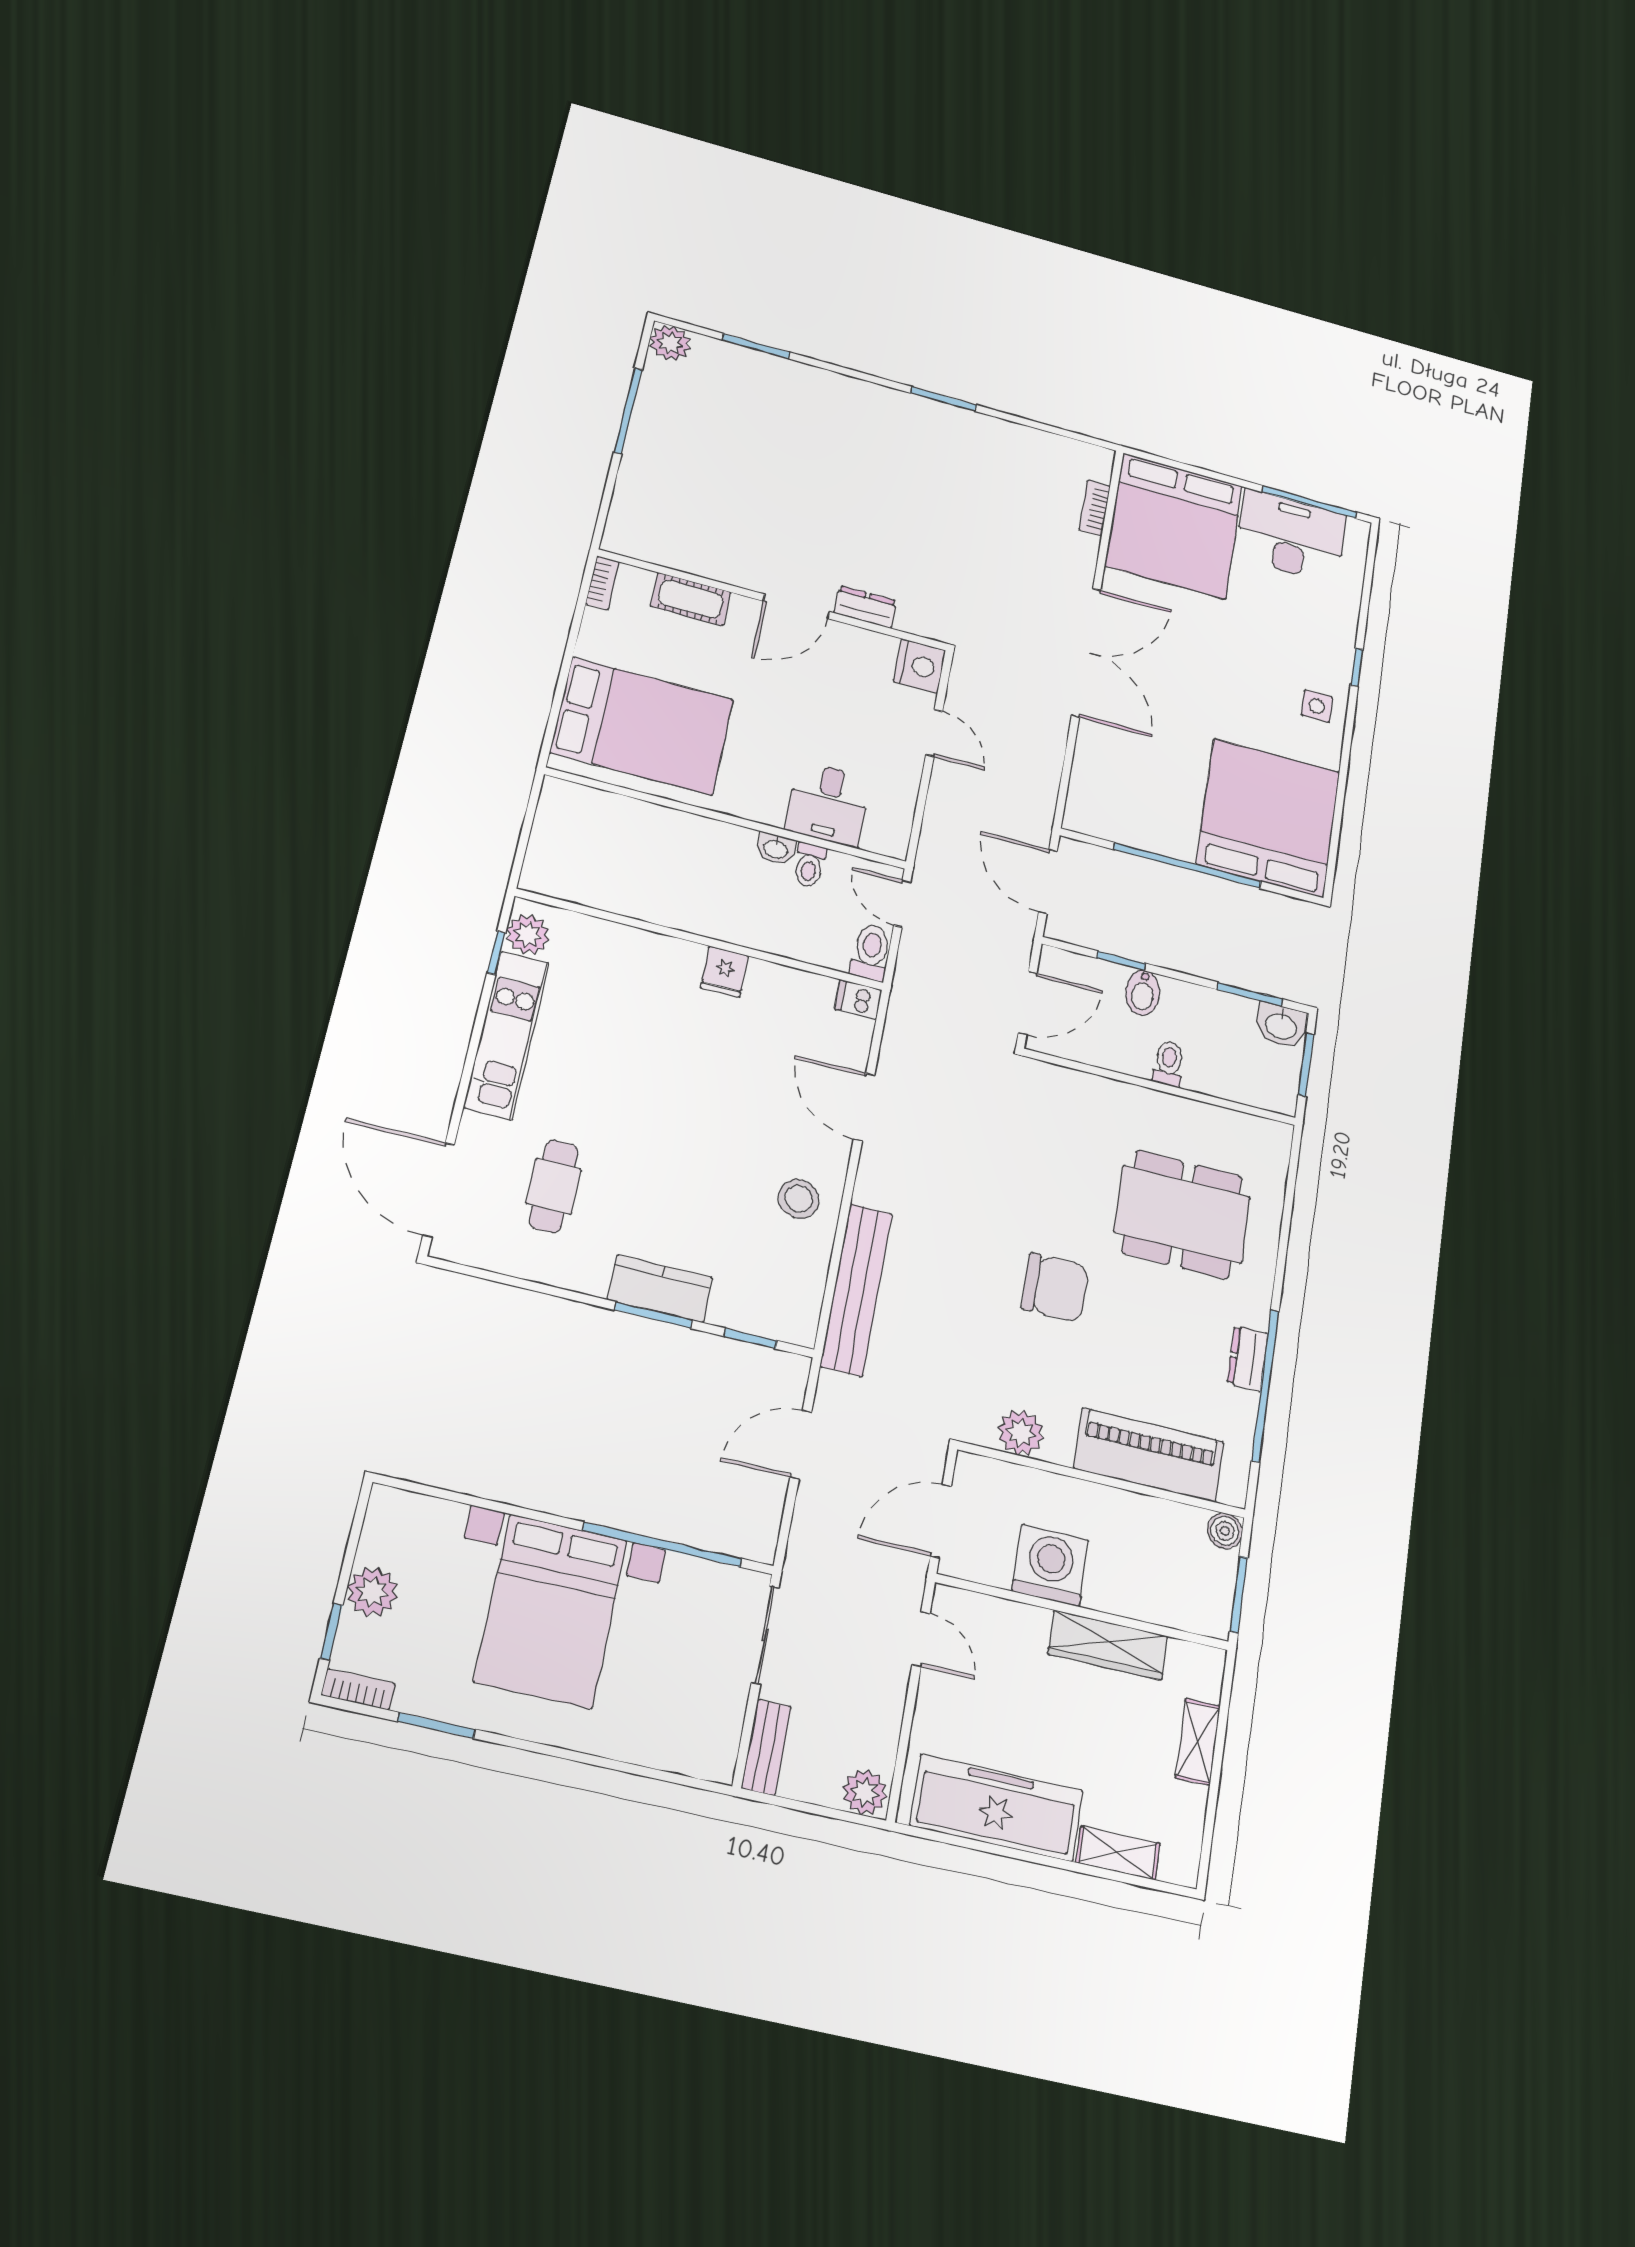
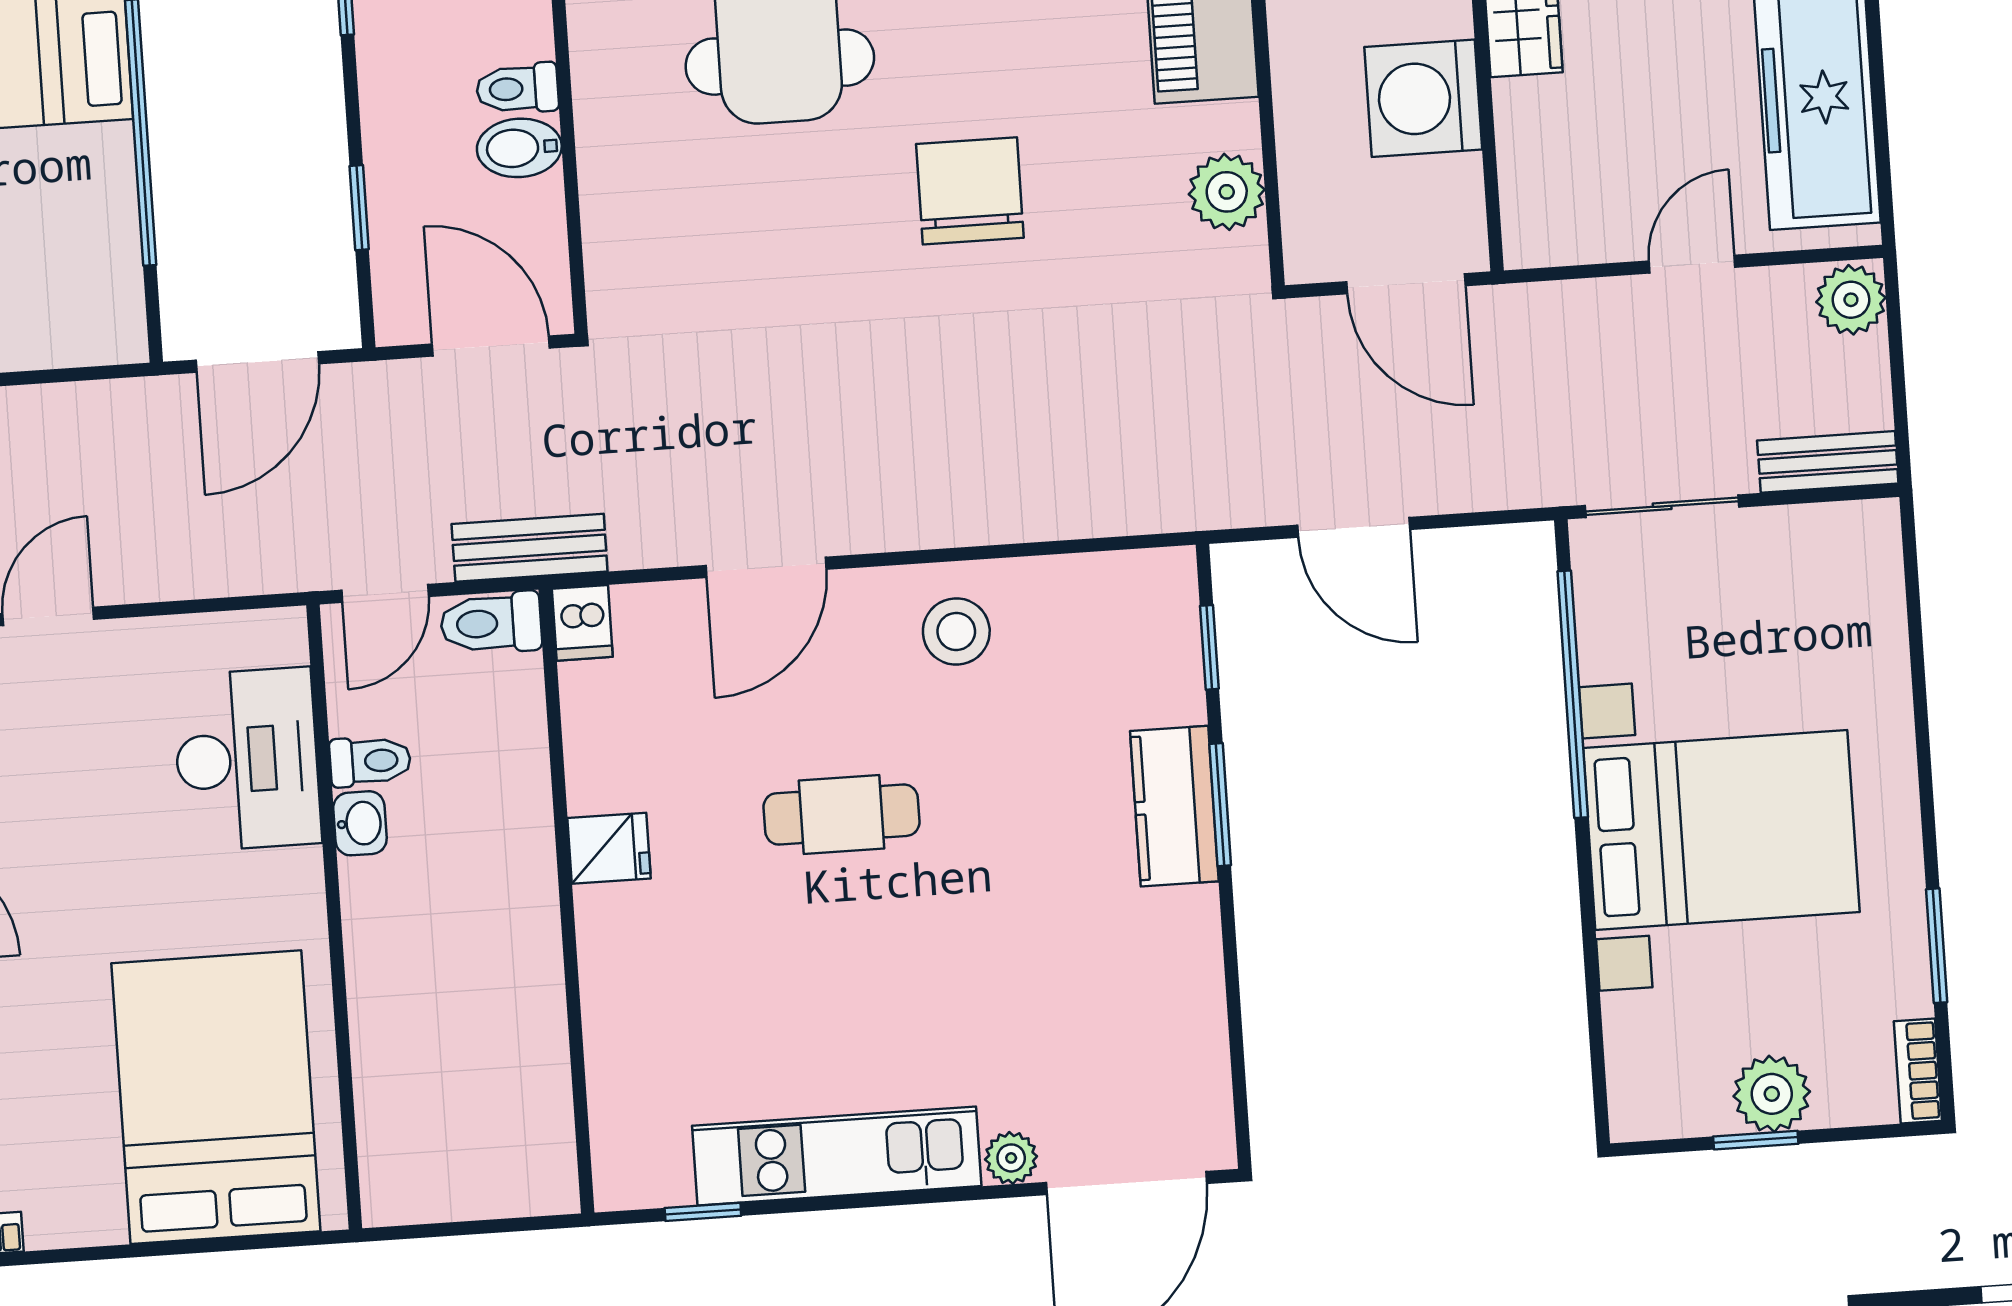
desk: (828, 804) -> (247, 759), width x1.37
plant: (528, 934) -> (1011, 1158), moved, width x0.73, depth x0.73
bidet: (1143, 993) -> (519, 148), moved, turned 180
cafe table: (554, 1186) -> (841, 815), moved
bench: (856, 1290) -> (530, 548), moved, width x0.54, depth x0.82
window: (331, 1632) -> (1756, 1140), moved
door: (921, 1639) -> (1692, 264), moved

